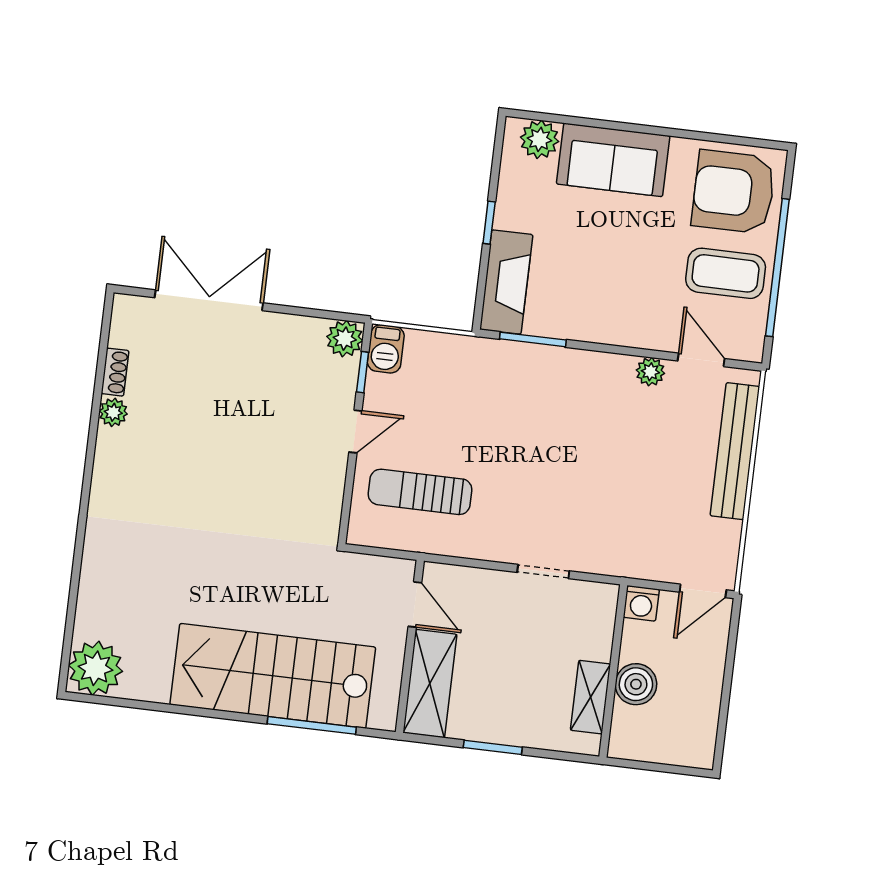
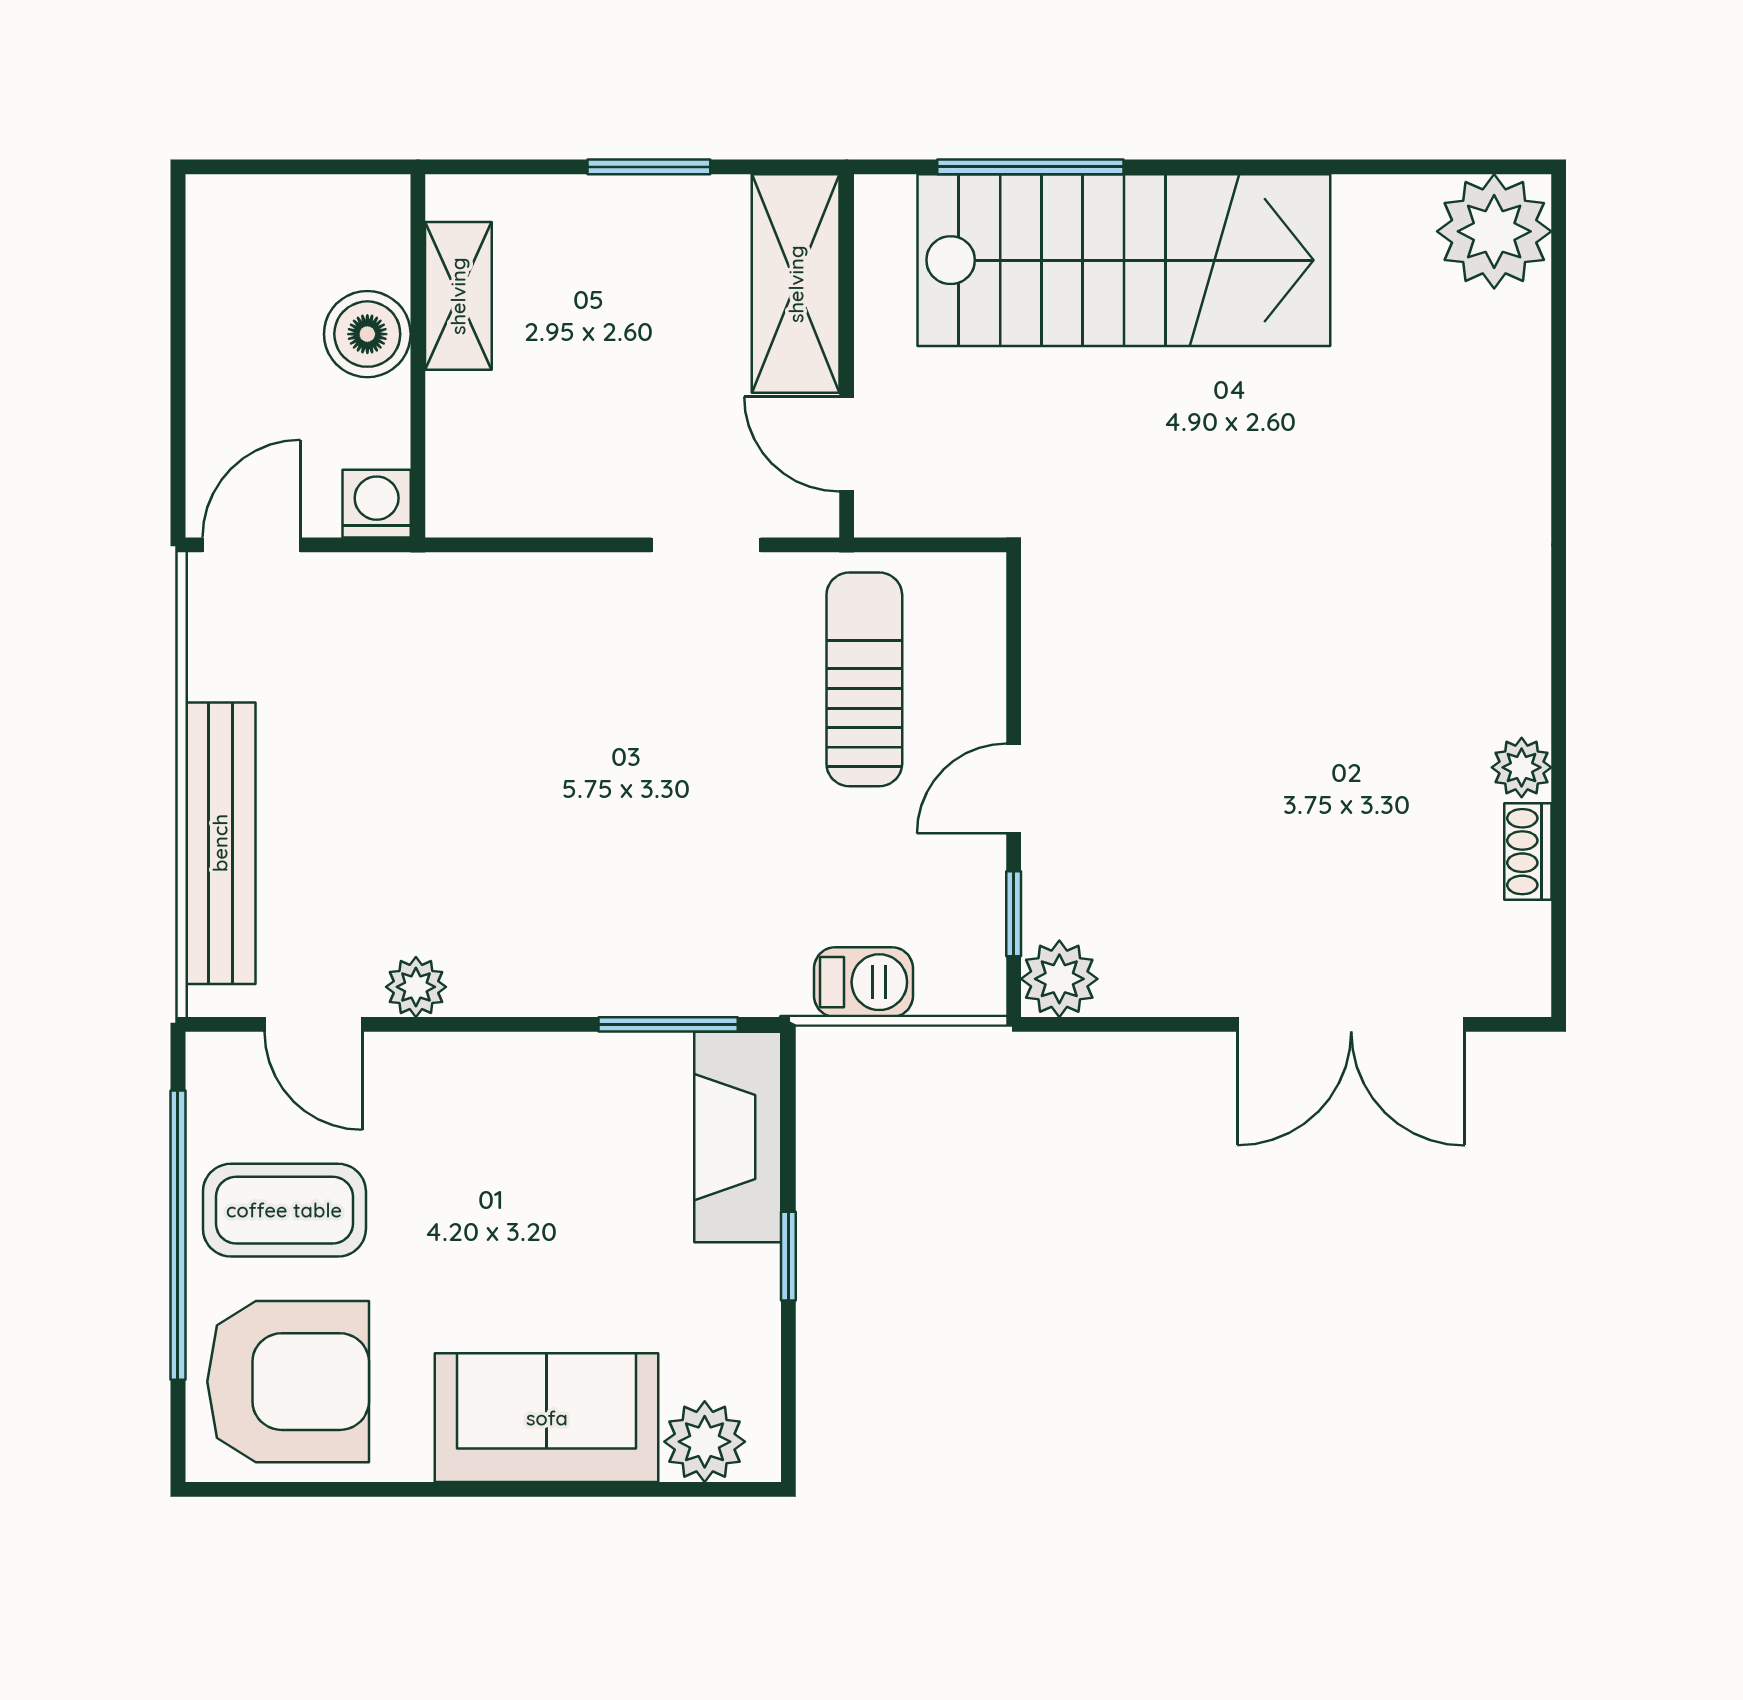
barbecue: (386, 349) -> (864, 982), moved, turned 90
sun lounger: (420, 492) -> (864, 679), turned -90
doorway: (543, 572) -> (706, 545), moved

